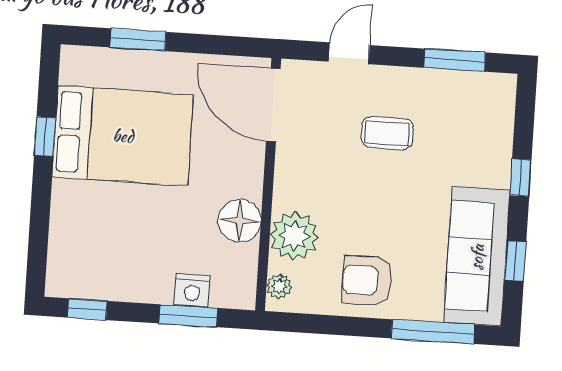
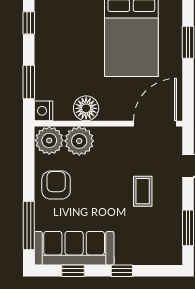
plant: (279, 286) -> (49, 140), width x1.88, depth x1.88
nightstand: (192, 291) -> (43, 111), moved

